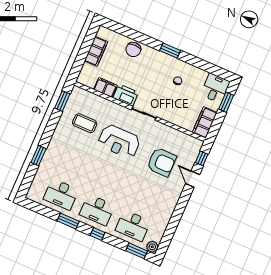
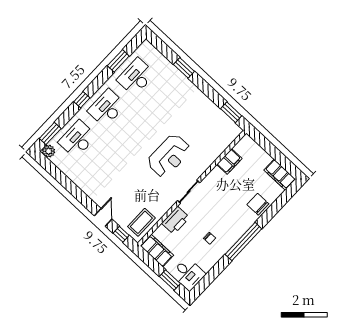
filing cabinet: (96, 51) -> (280, 175), moved
window: (170, 51) -> (243, 242), width x2.11
printer: (126, 95) -> (176, 220), moved
coffee table: (85, 123) -> (141, 222), moved
reception desk: (119, 141) -> (169, 156), turned 180
armchair: (162, 162) -> (132, 192), removed
door: (193, 179) -> (103, 217), hinge flipped
window: (68, 221) -> (118, 61), moved

